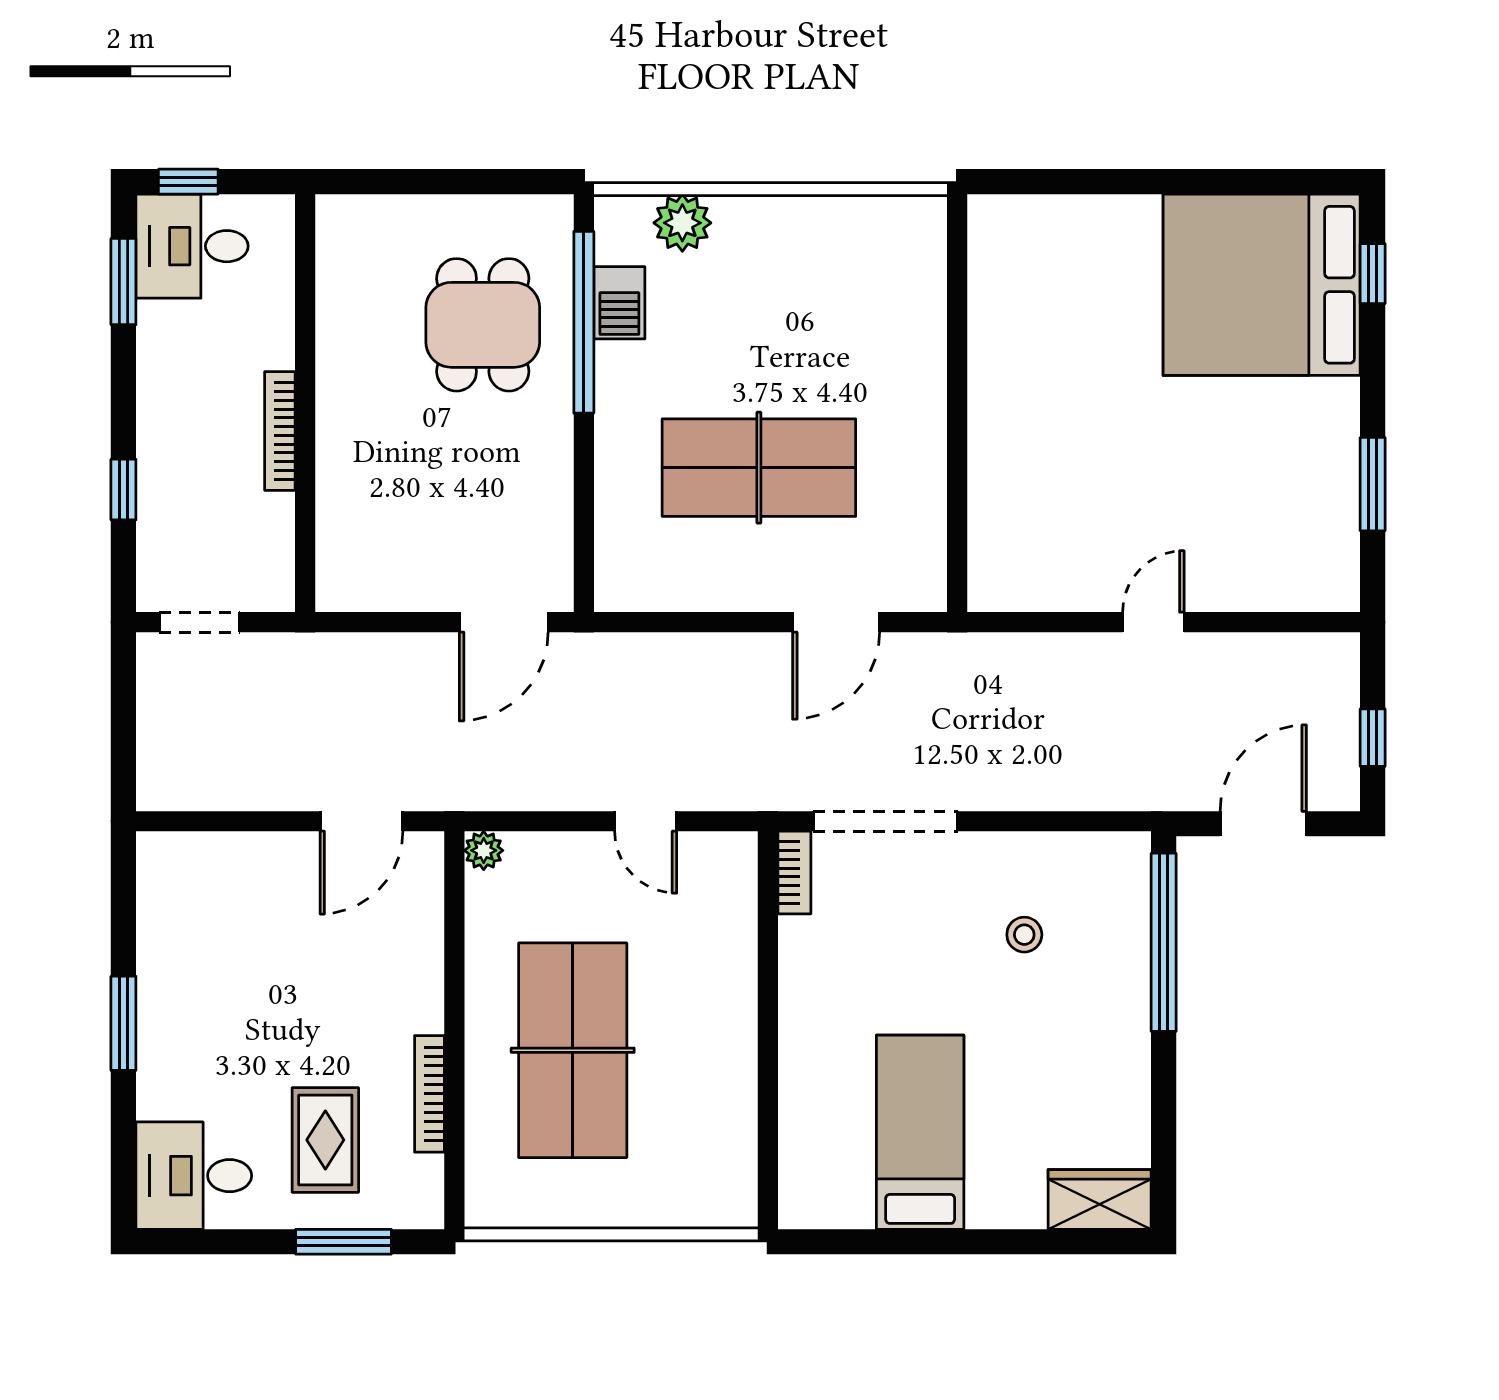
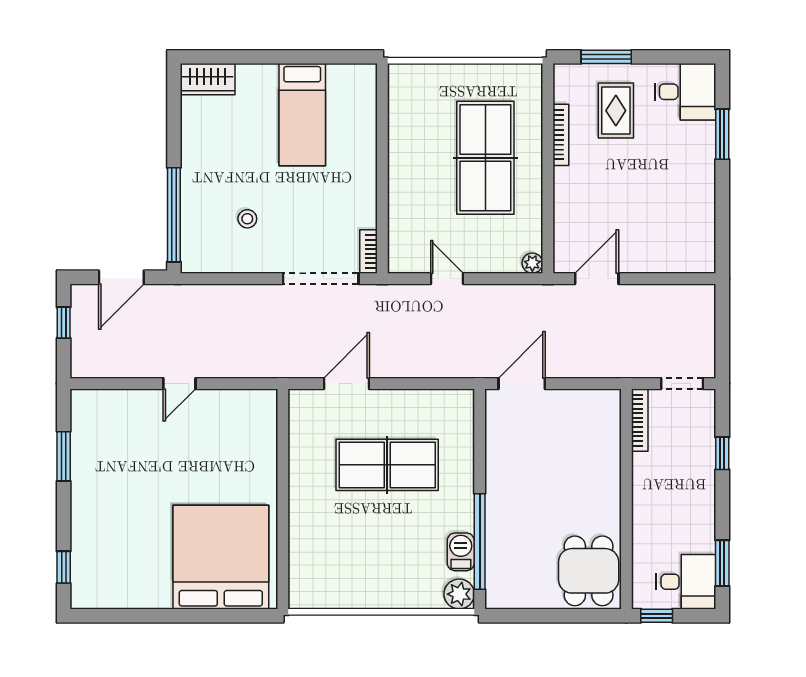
window: (188, 182) -> (657, 616), moved
plant: (682, 223) -> (459, 594), moved
bed: (1262, 285) -> (221, 557), moved, turned -90
dining table: (483, 325) -> (589, 571), moved
bookcase: (280, 431) -> (640, 420), moved
window: (123, 1023) -> (722, 134), moved

